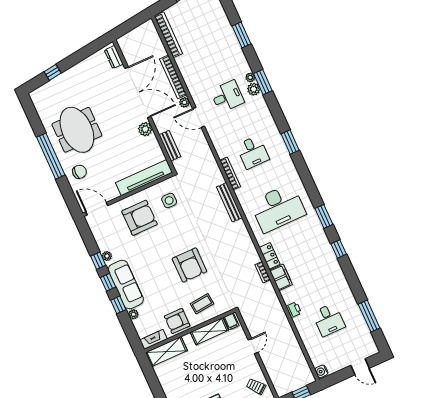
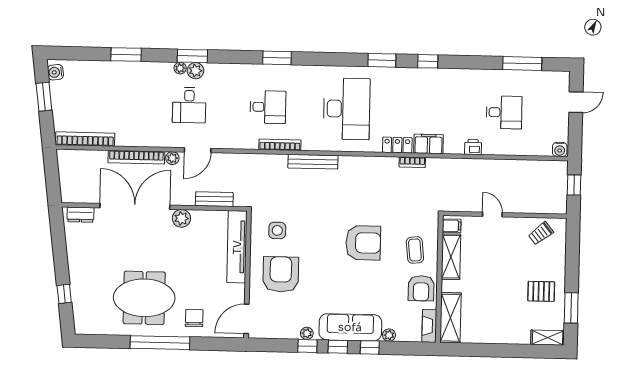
desk: (227, 96) -> (189, 105), turned 180

